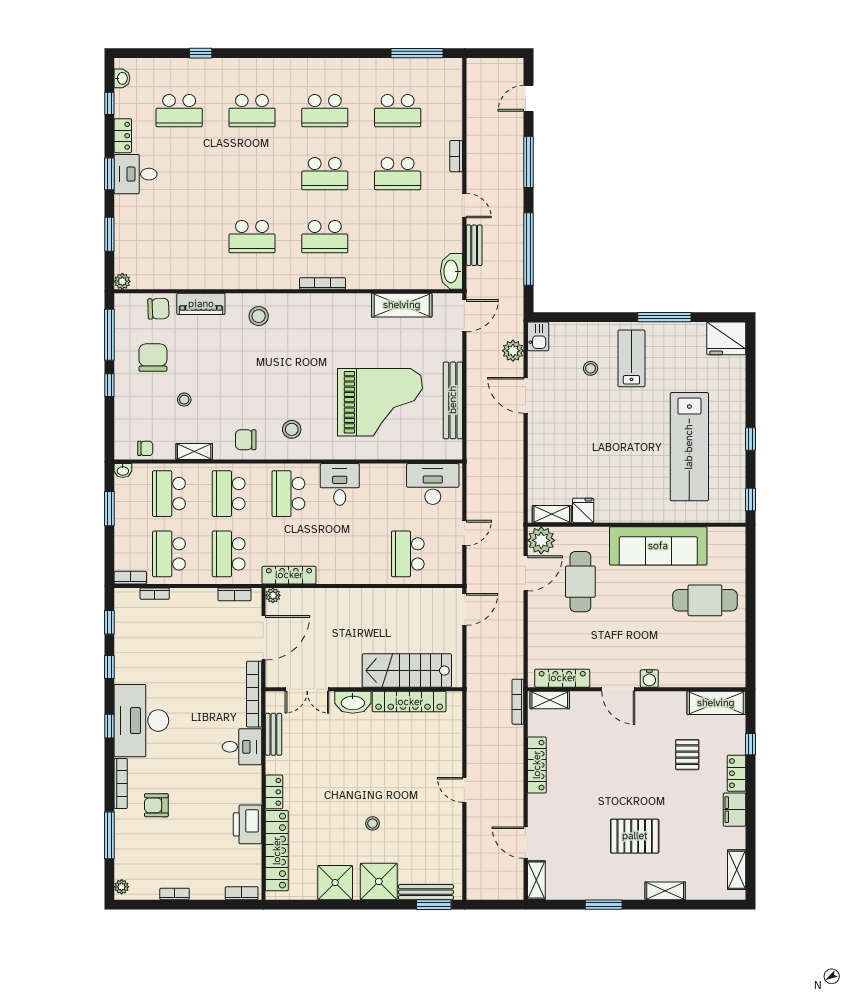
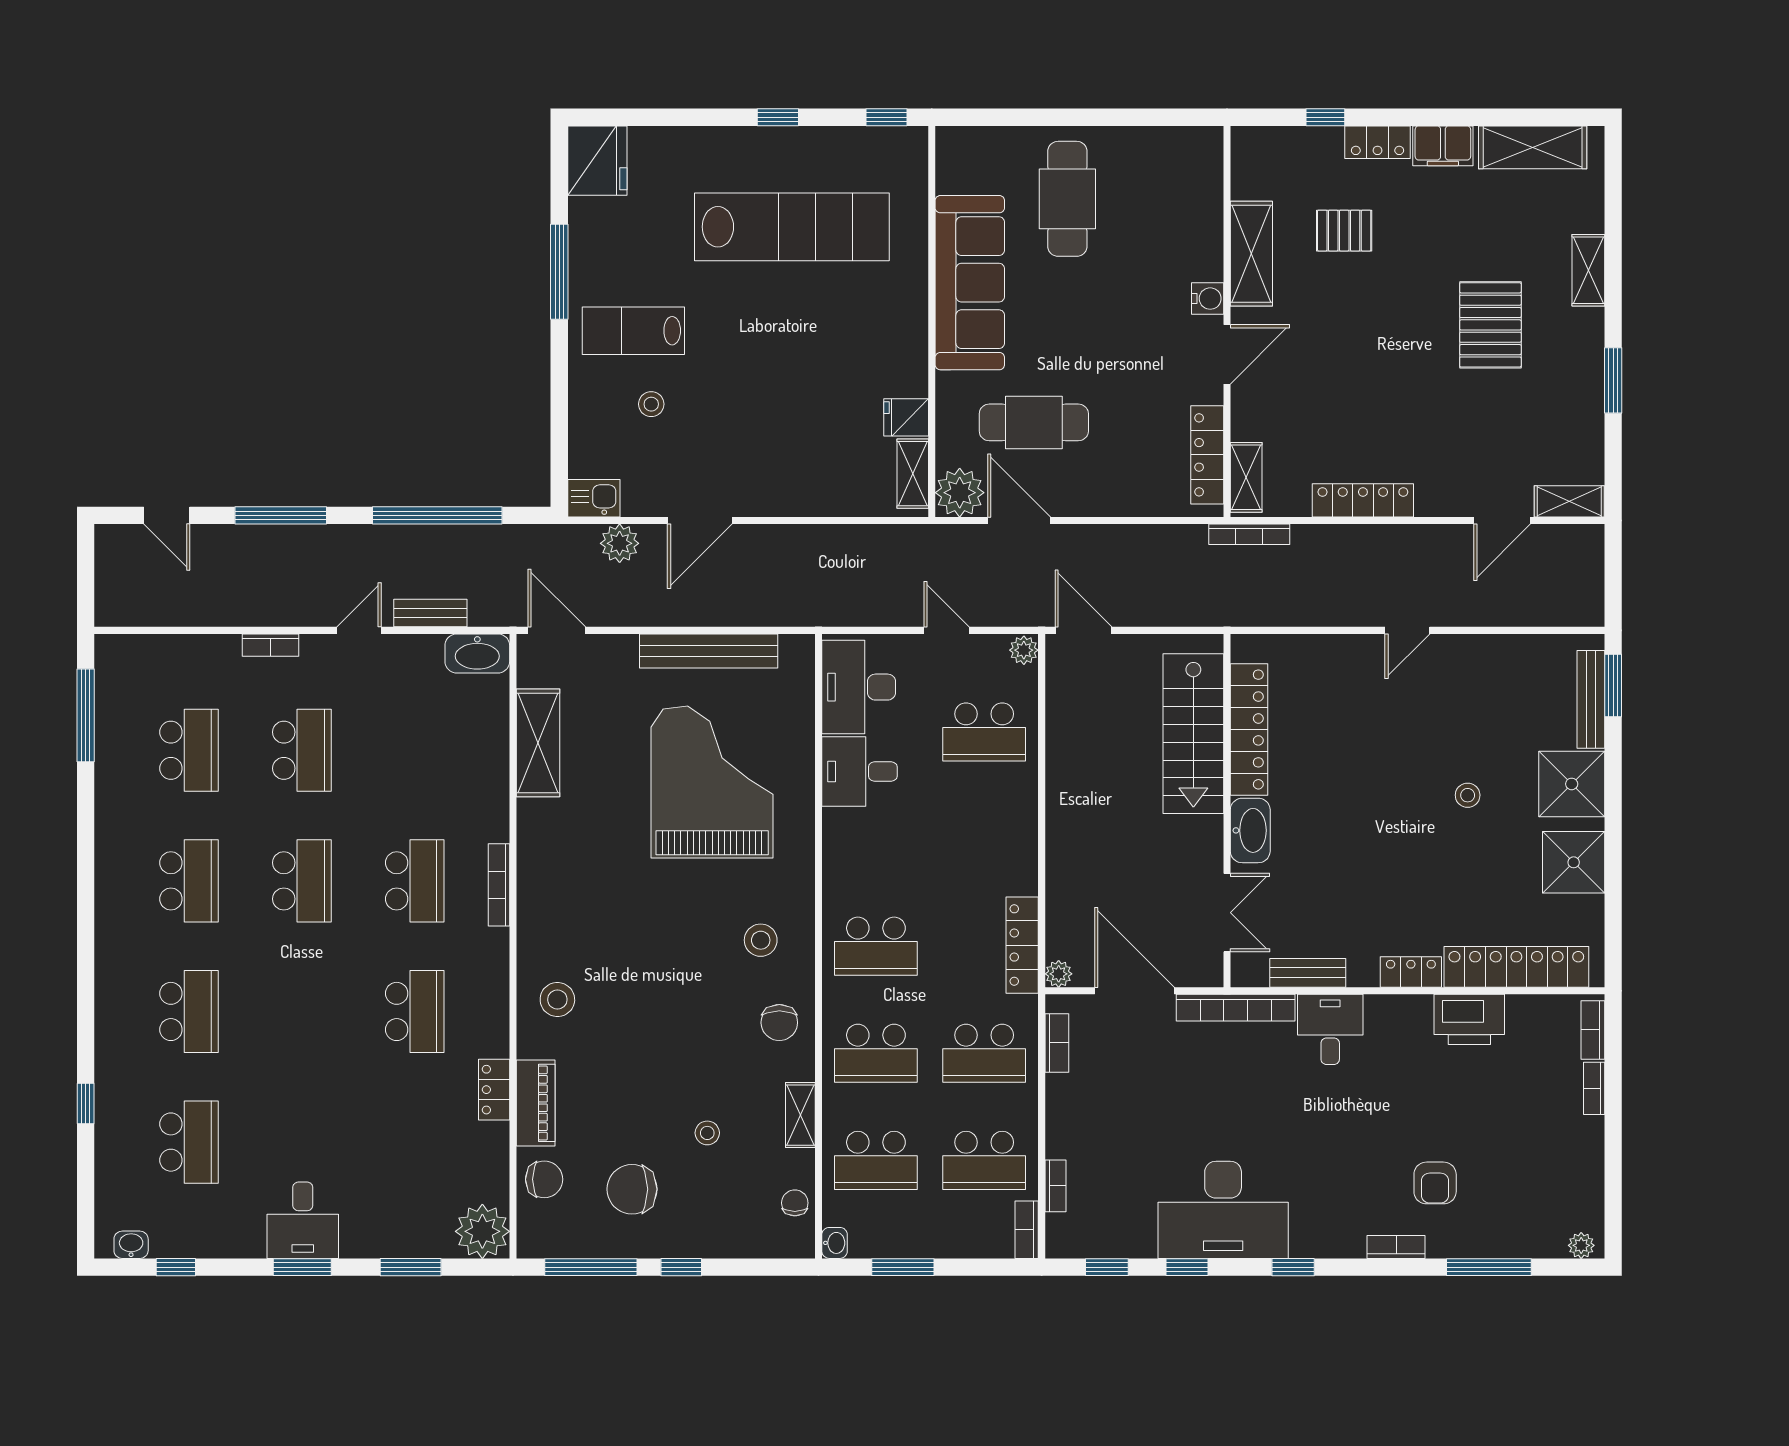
locker: (123, 136) -> (494, 1090), moved, turned -90
plant: (122, 281) -> (482, 1231), width x1.87, depth x1.87
chair: (158, 309) -> (544, 1179), turned 92
desk: (340, 484) -> (860, 772), moved
plant: (453, 576) -> (1024, 650), added
shelving: (716, 703) -> (1251, 254), moved
desk: (141, 721) -> (1223, 1210), moved
bookcase: (121, 784) -> (1396, 1247), width x0.64
shelving: (737, 870) -> (1533, 147), width x1.50, depth x1.33
bookcase: (175, 894) -> (1594, 1088), moved

